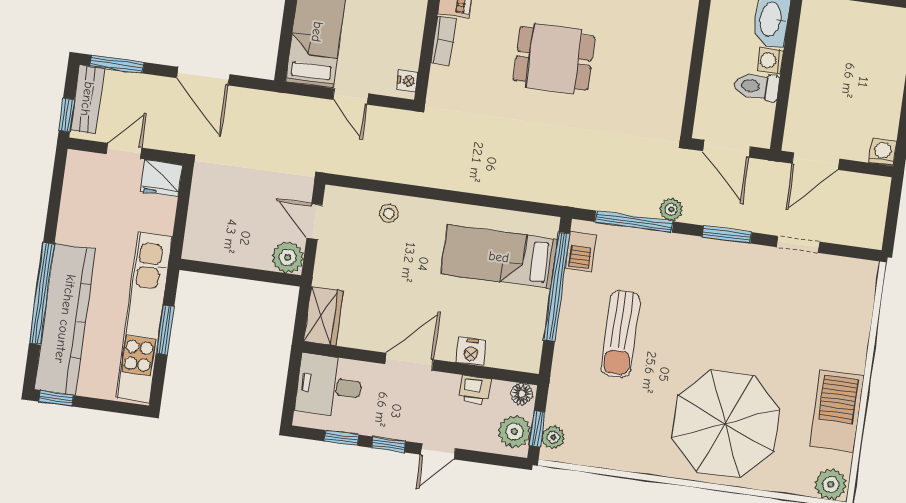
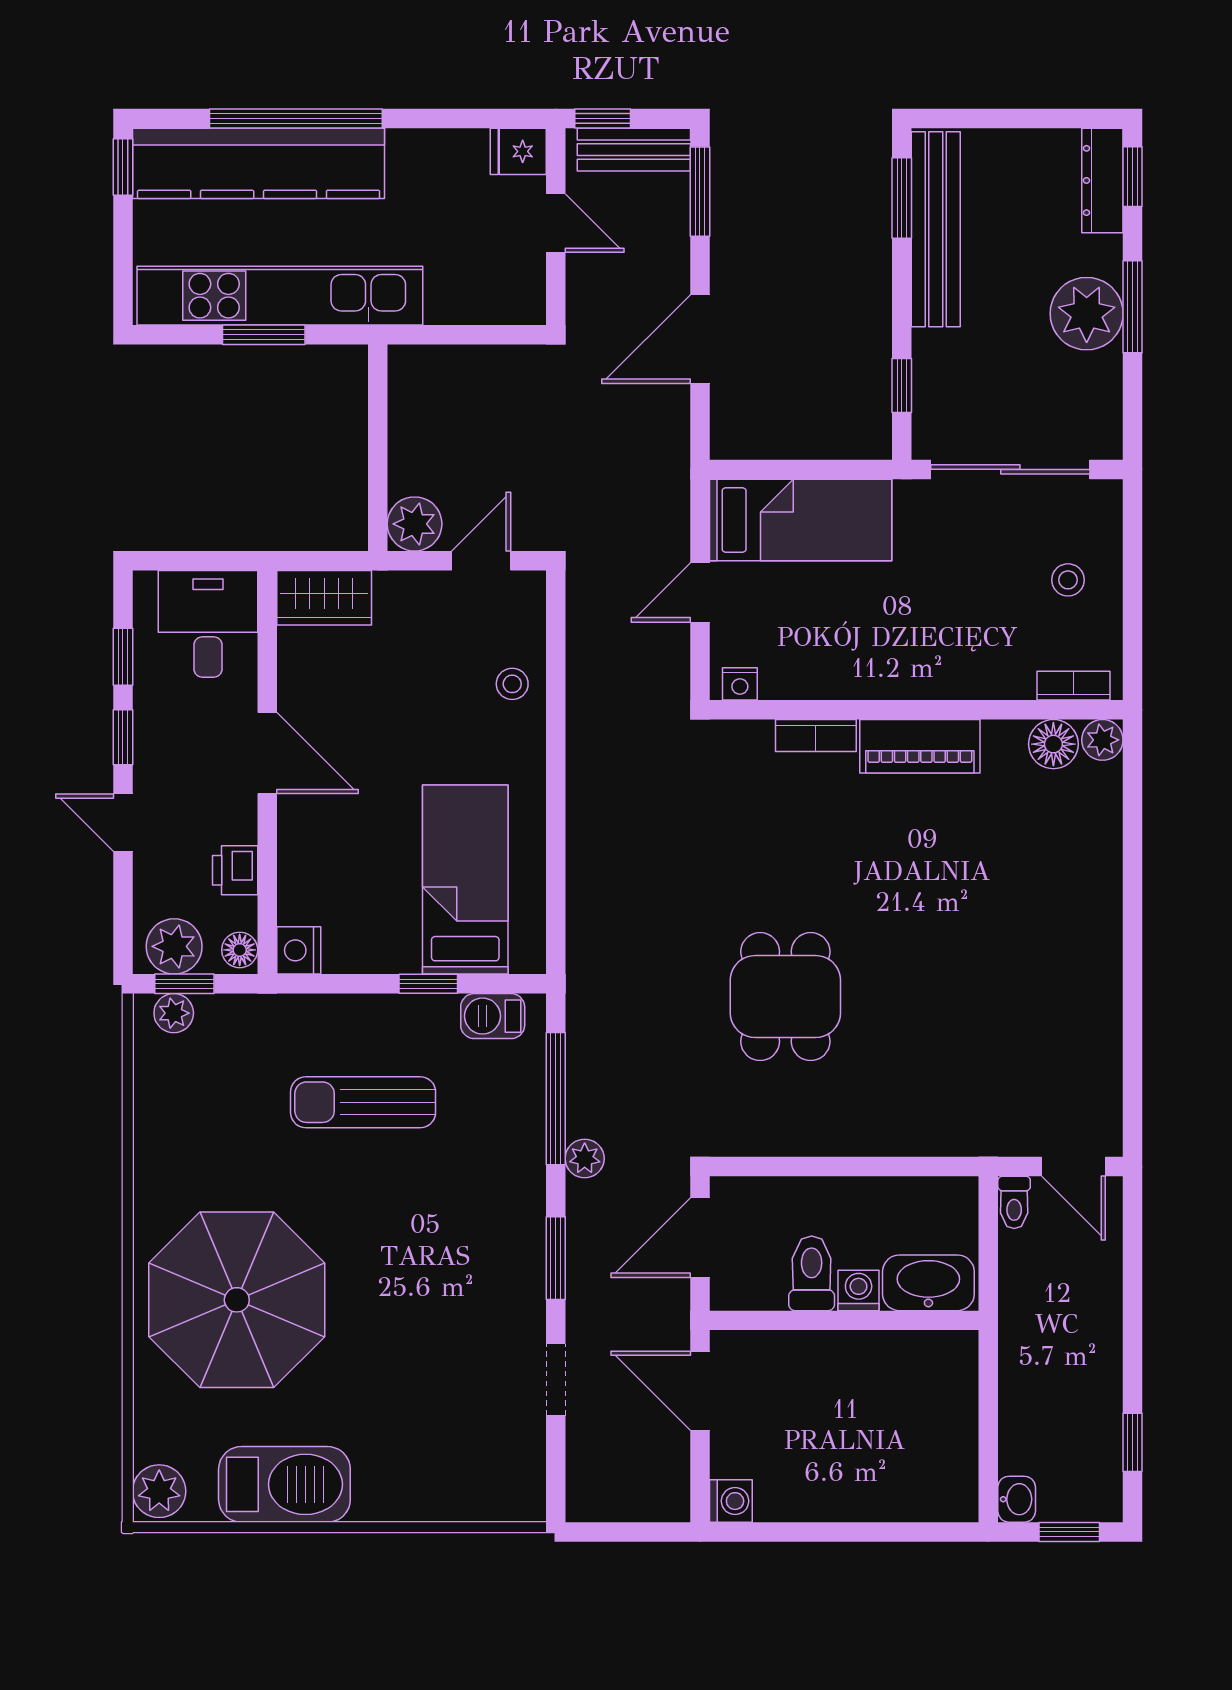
dining table: (554, 58) -> (785, 997), moved
fridge: (161, 178) -> (518, 151), moved, width x0.72
window: (557, 287) -> (428, 984), width x0.32
nightstand: (471, 352) -> (299, 950), moved

